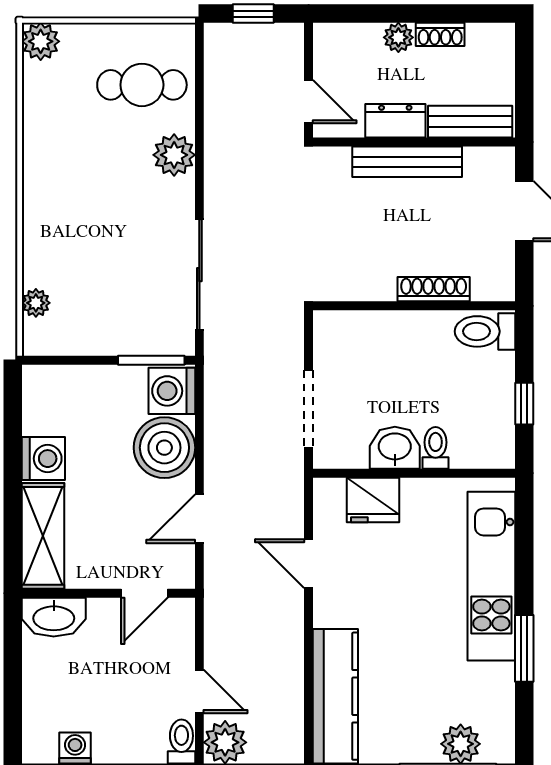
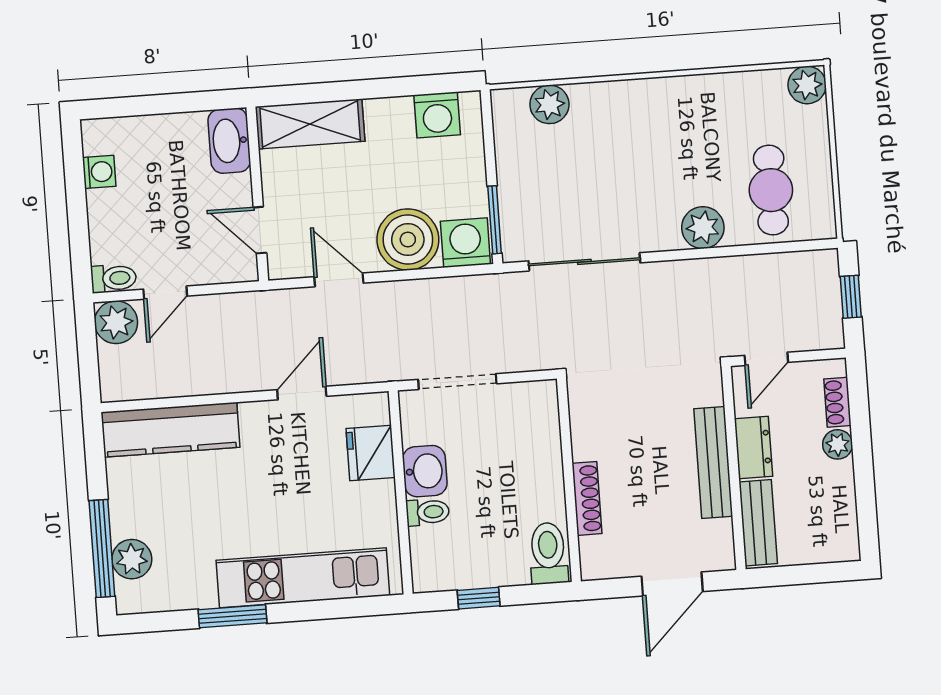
shoe rack: (440, 34) -> (838, 402), moved
plant: (36, 303) -> (549, 104), width x1.38, depth x1.38
washing machine: (43, 459) -> (437, 115), moved

